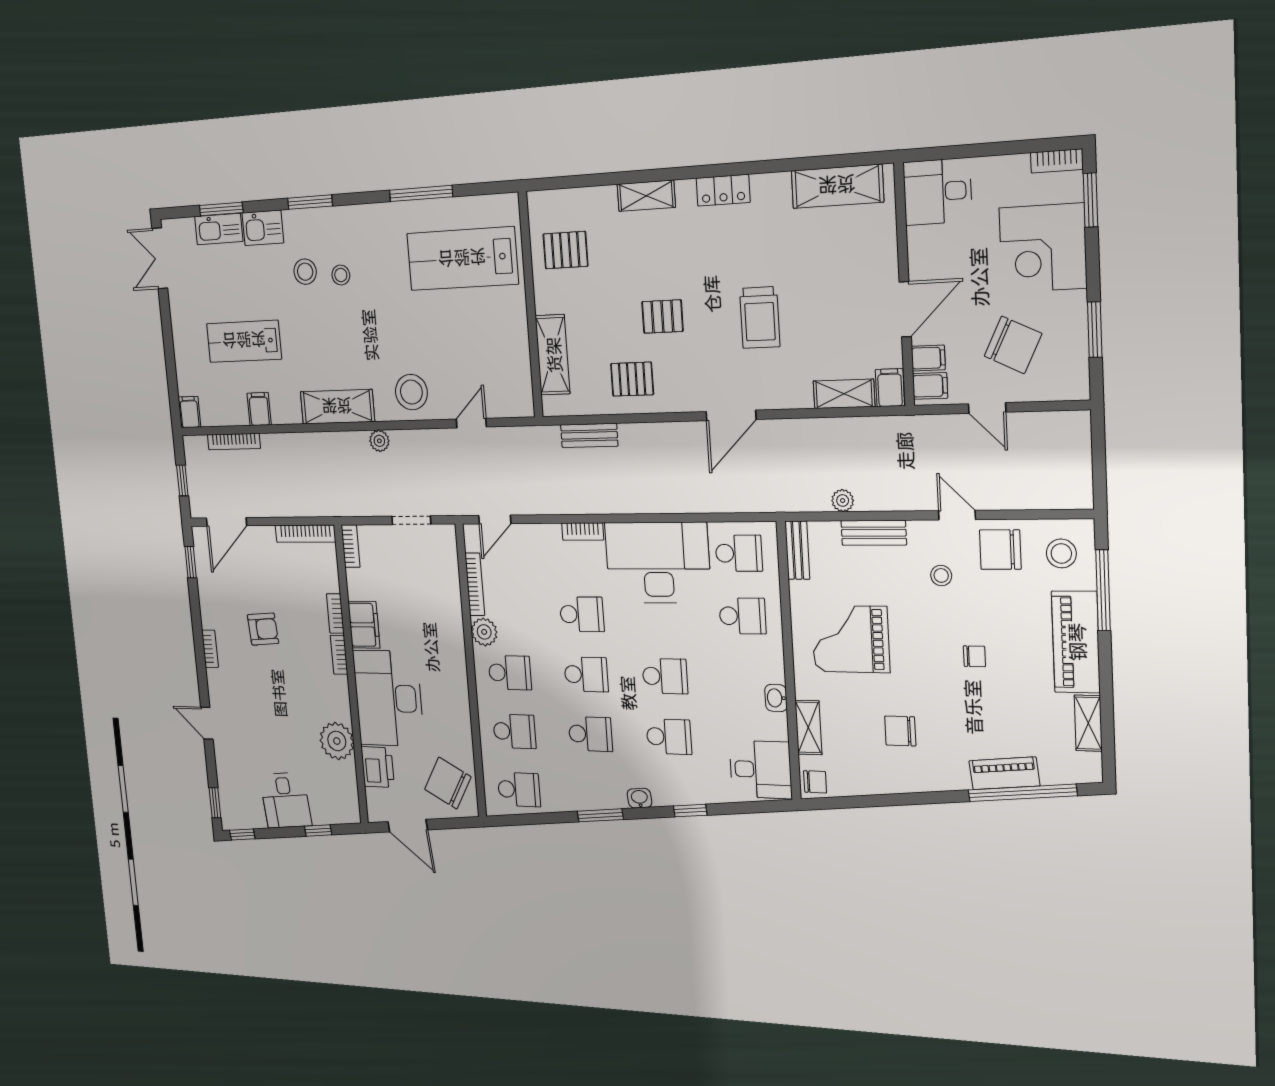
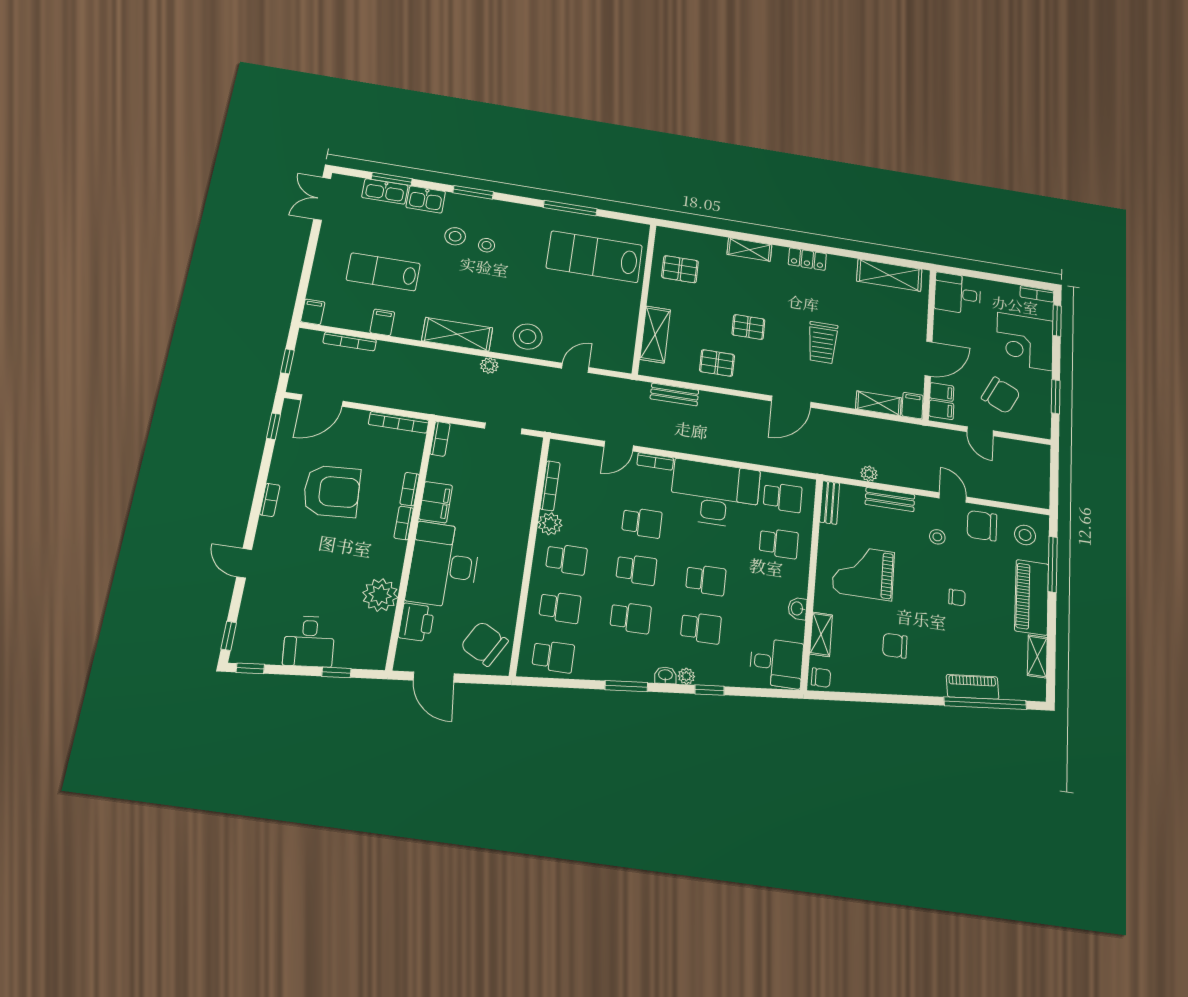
door: (495, 519) -> (619, 446), moved
armchair: (263, 629) -> (332, 491), width x1.88, depth x1.88
plant: (662, 797) -> (686, 676), added

